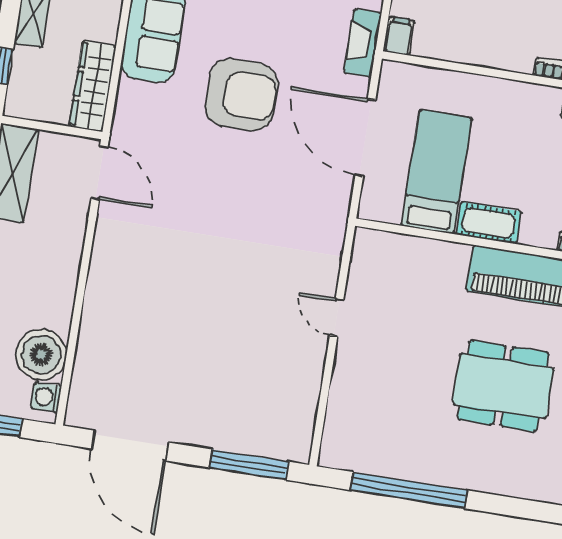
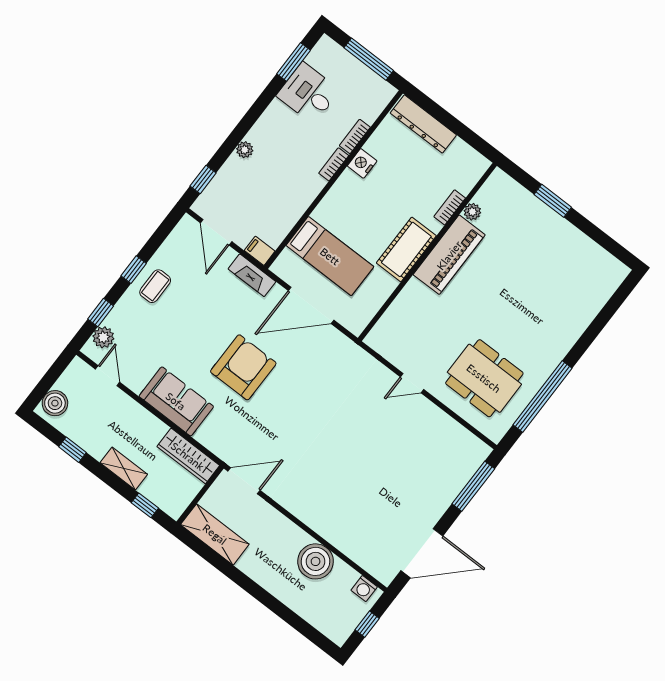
bed: (436, 172) -> (330, 256), moved, turned 180
cot: (488, 223) -> (406, 249), width x1.37, depth x1.34
boiler: (41, 354) -> (316, 561), moved
dining table: (503, 386) -> (484, 378), moved, turned 90

